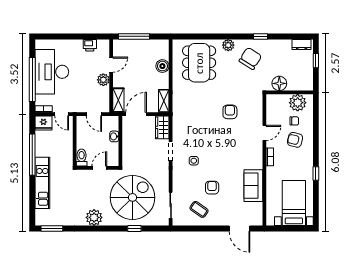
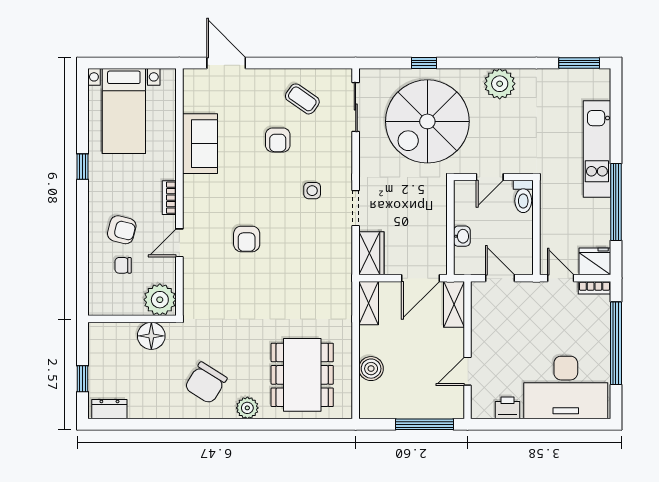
window: (261, 36) -> (187, 424), removed
desk: (52, 72) -> (566, 388), moved, turned 90
plant: (103, 80) -> (482, 343), removed
plant: (298, 103) -> (160, 300), moved
armchair: (230, 112) -> (247, 239), moved

